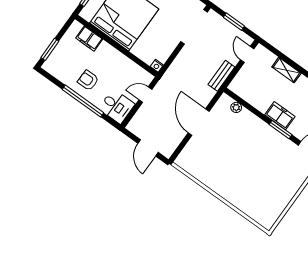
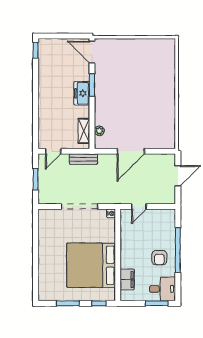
doorway: (194, 27) -> (80, 206), moved
shelving: (286, 70) -> (84, 131), moved
door: (145, 95) -> (139, 206), hinge flipped
desk: (117, 106) -> (162, 289), moved, turned 90

